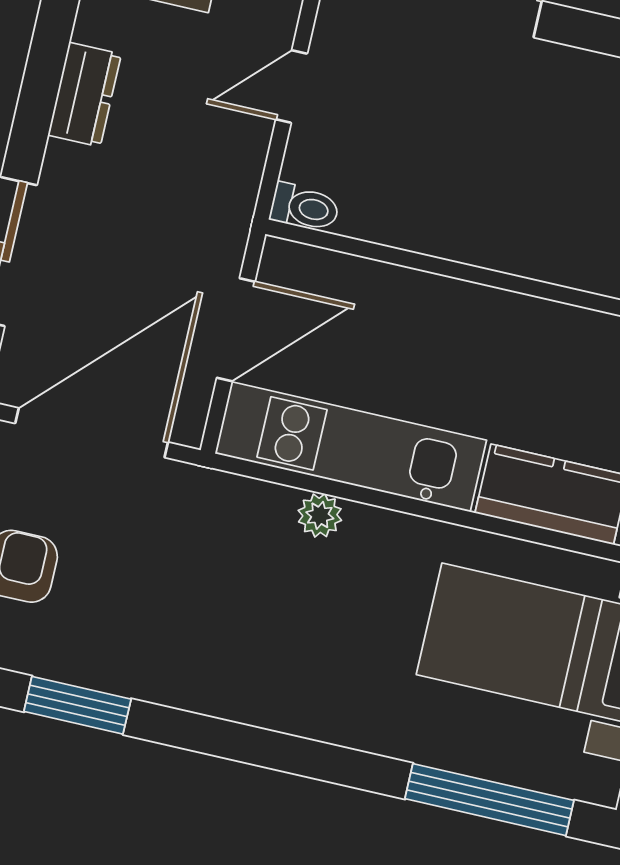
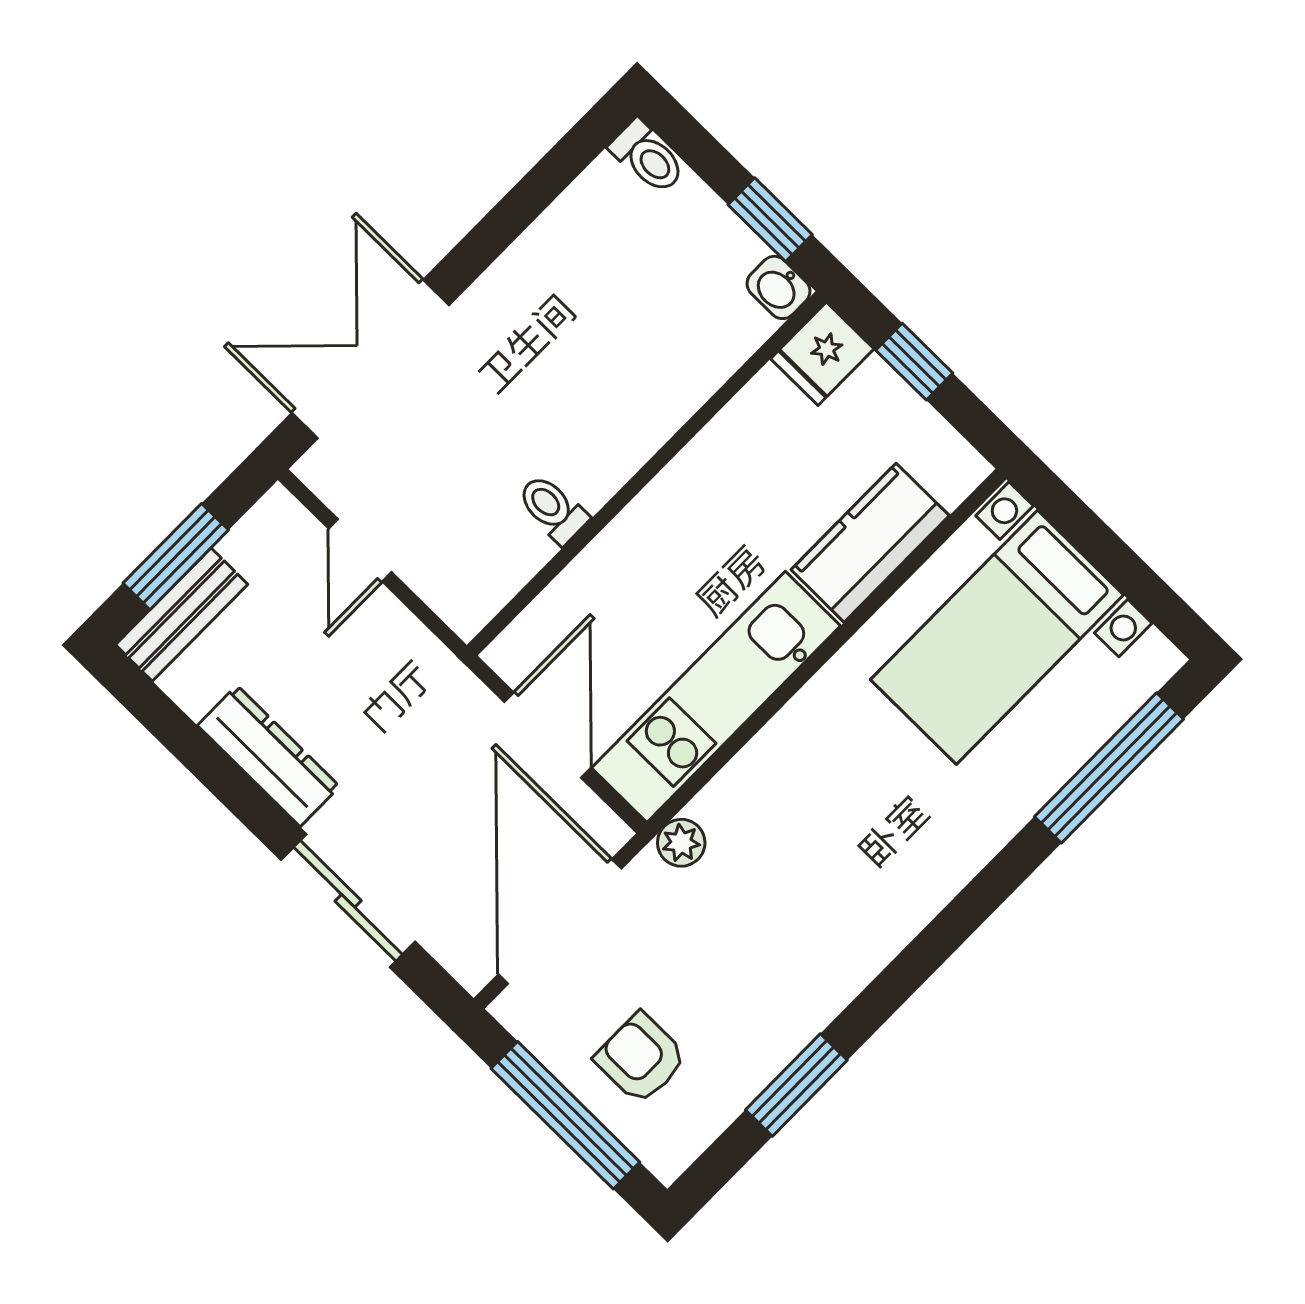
dresser: (85, 95) -> (268, 756), width x1.44
toilet: (305, 207) -> (553, 509), moved, turned -90
plant: (320, 515) -> (681, 843), moved

